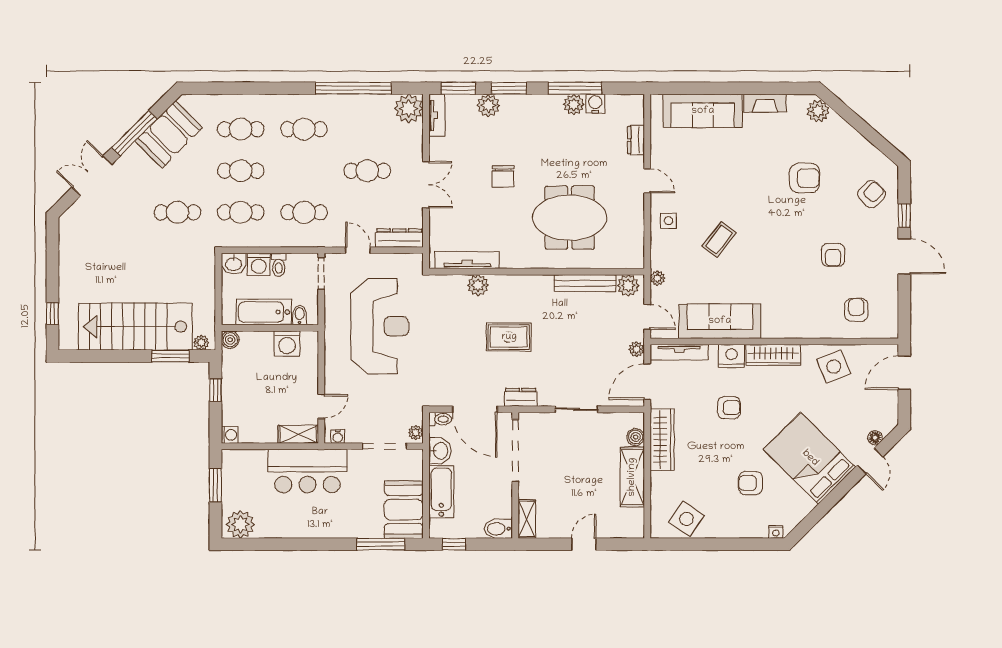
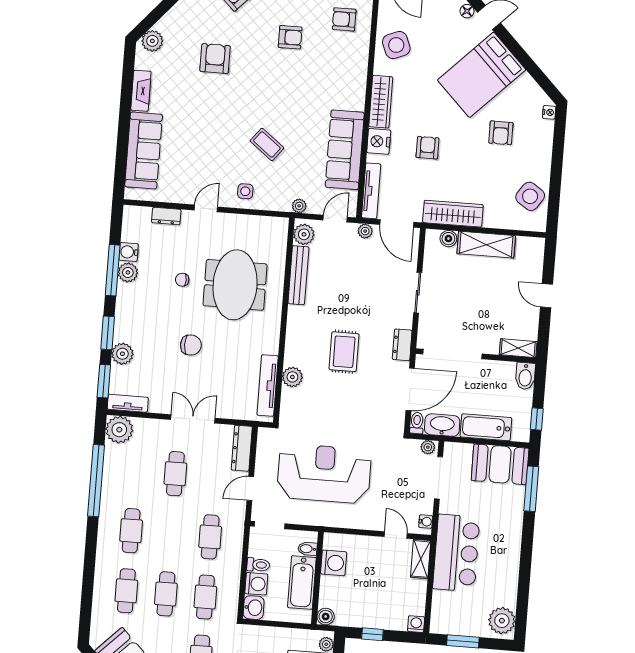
chair: (571, 162) -> (182, 280), added
washbasin: (440, 451) -> (442, 425), width x1.38

